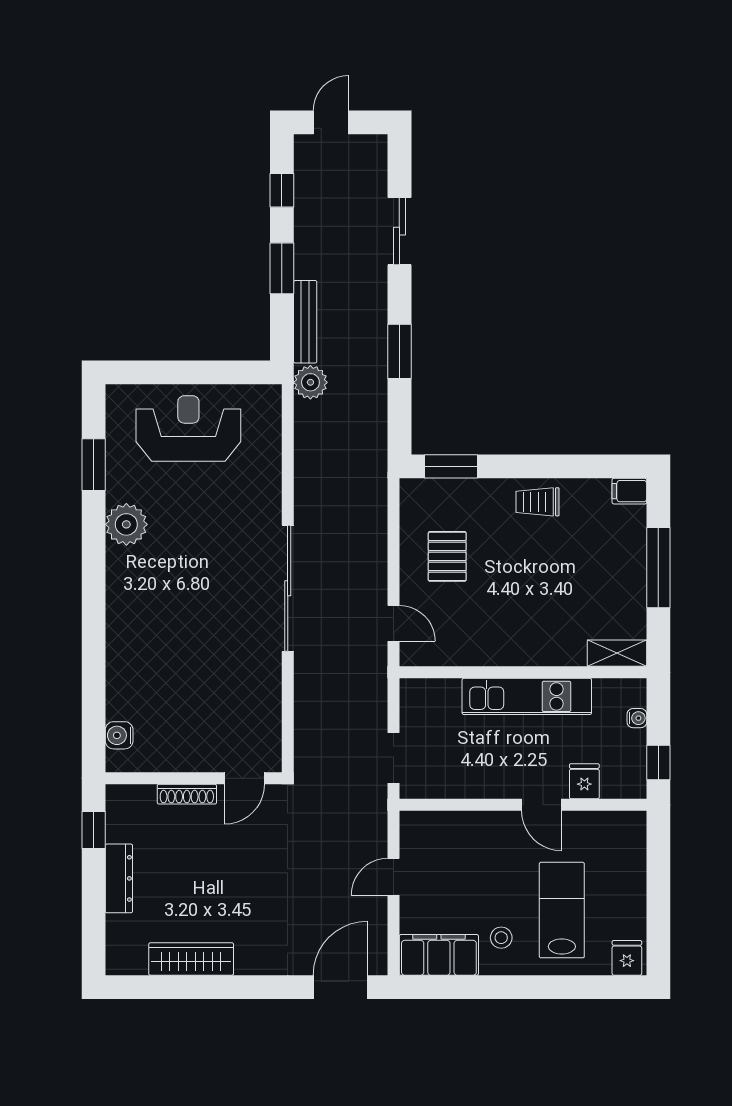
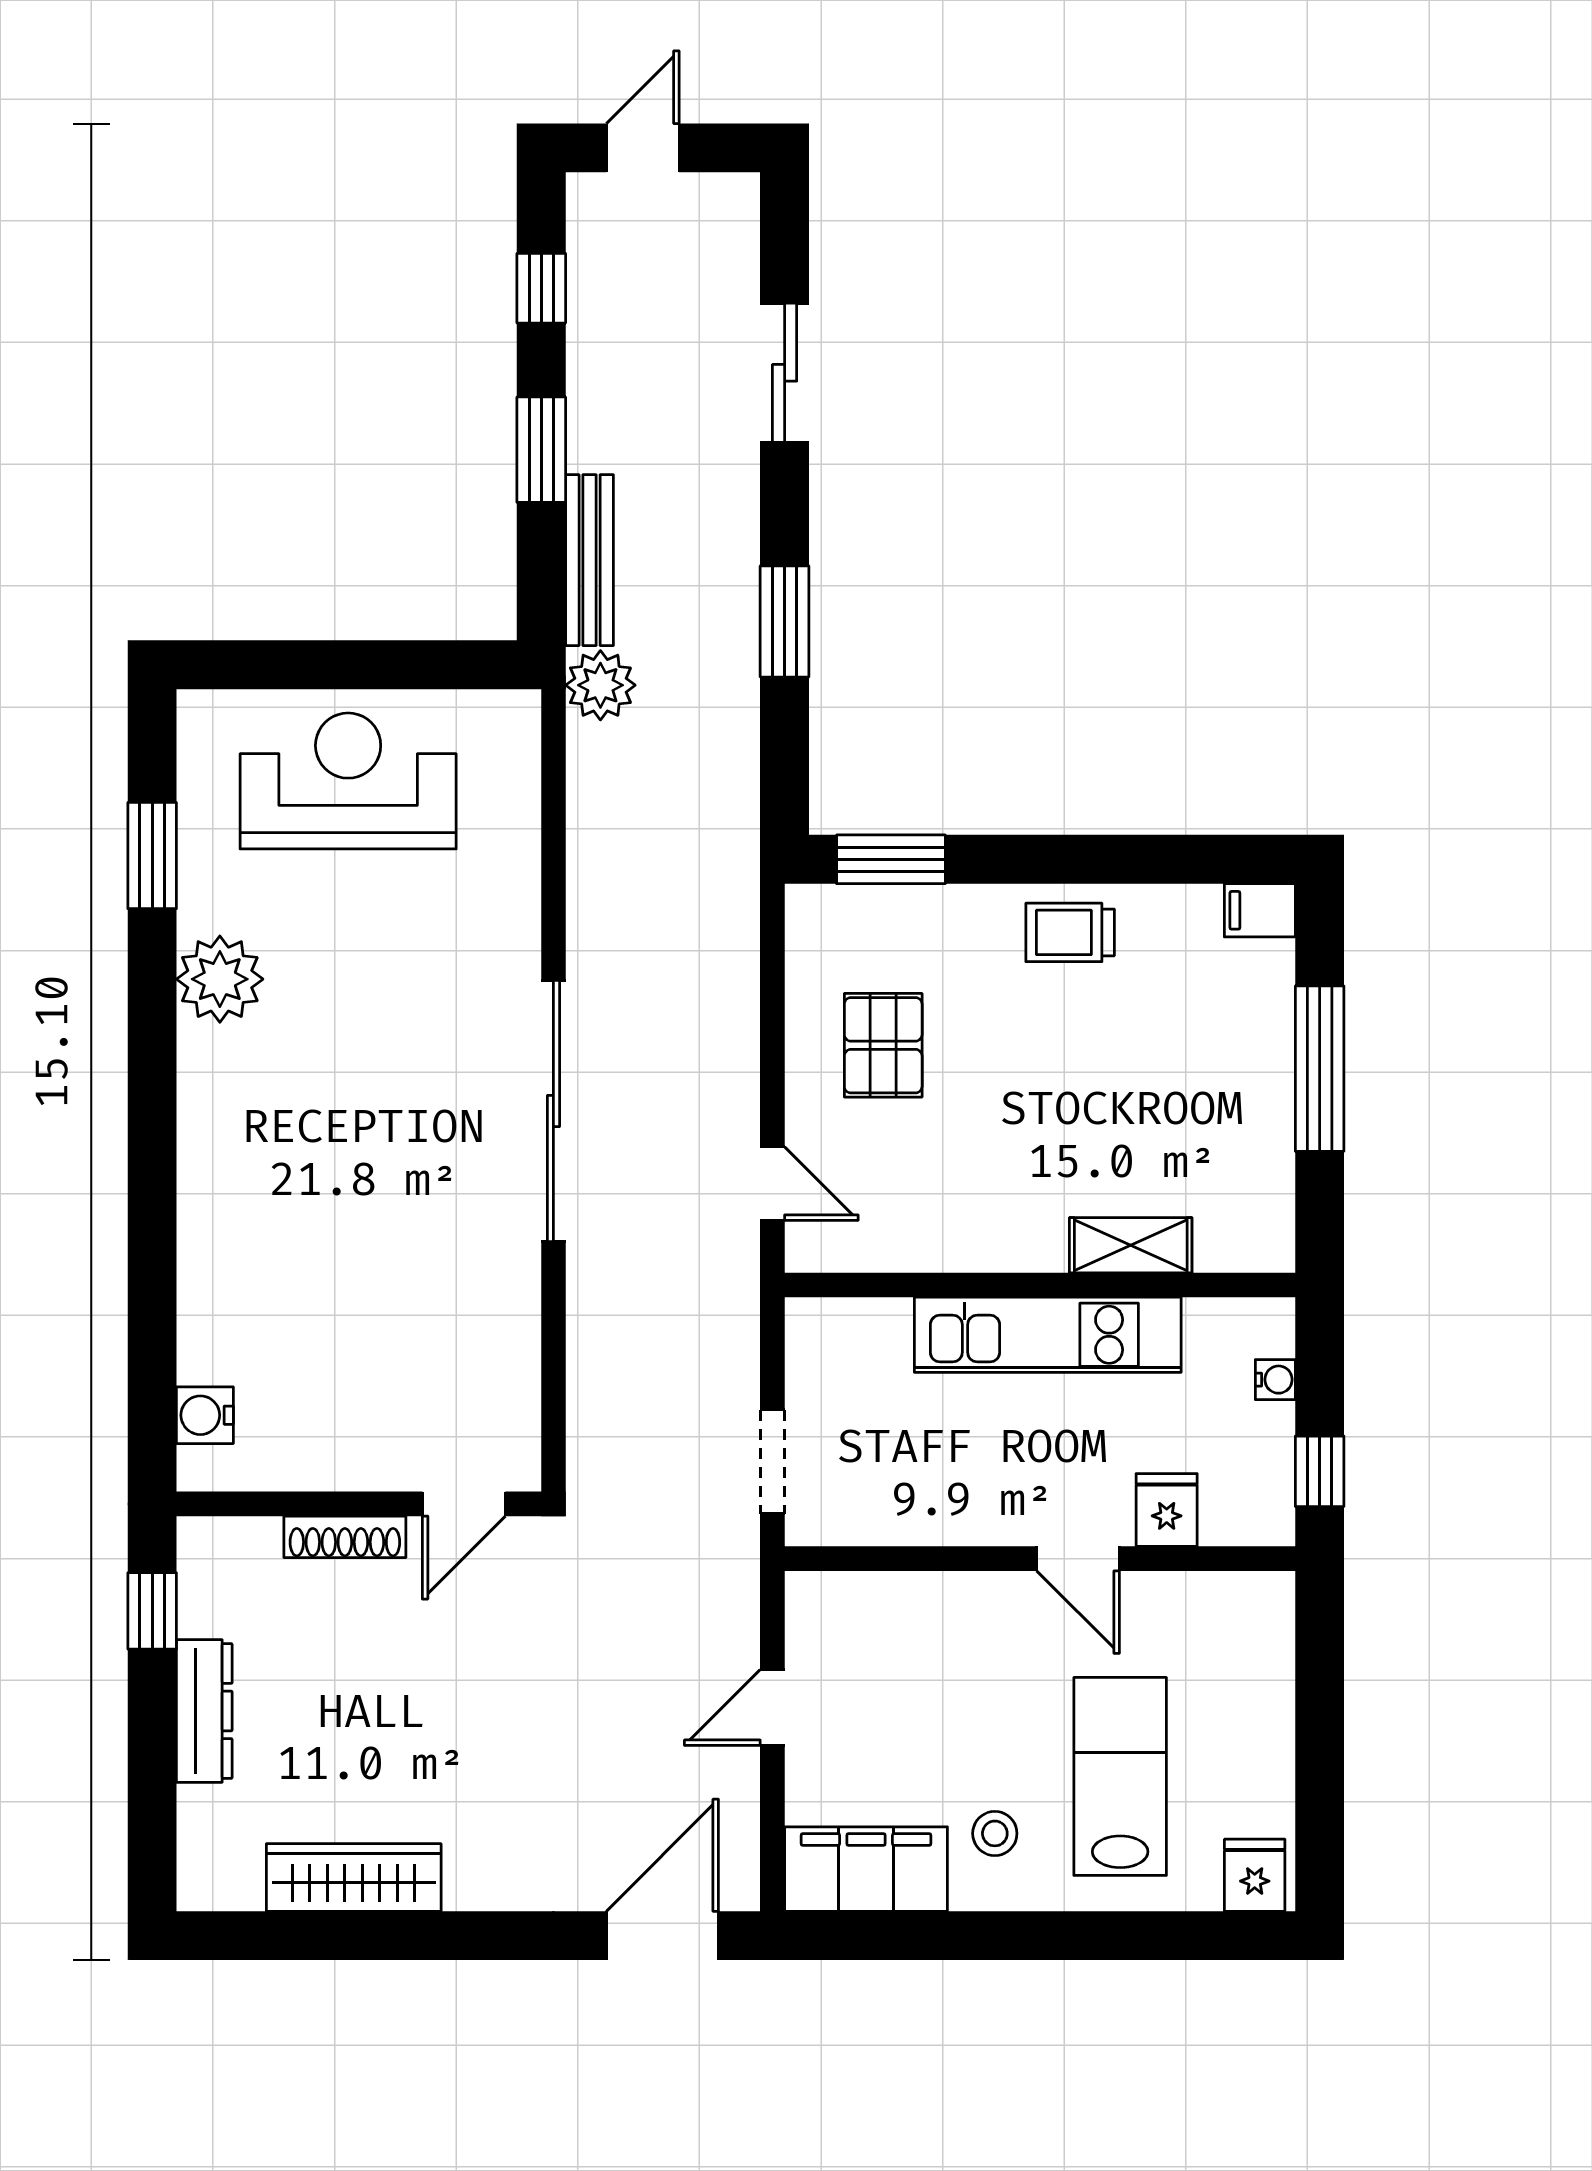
shelving: (617, 653) -> (1131, 1245), moved

